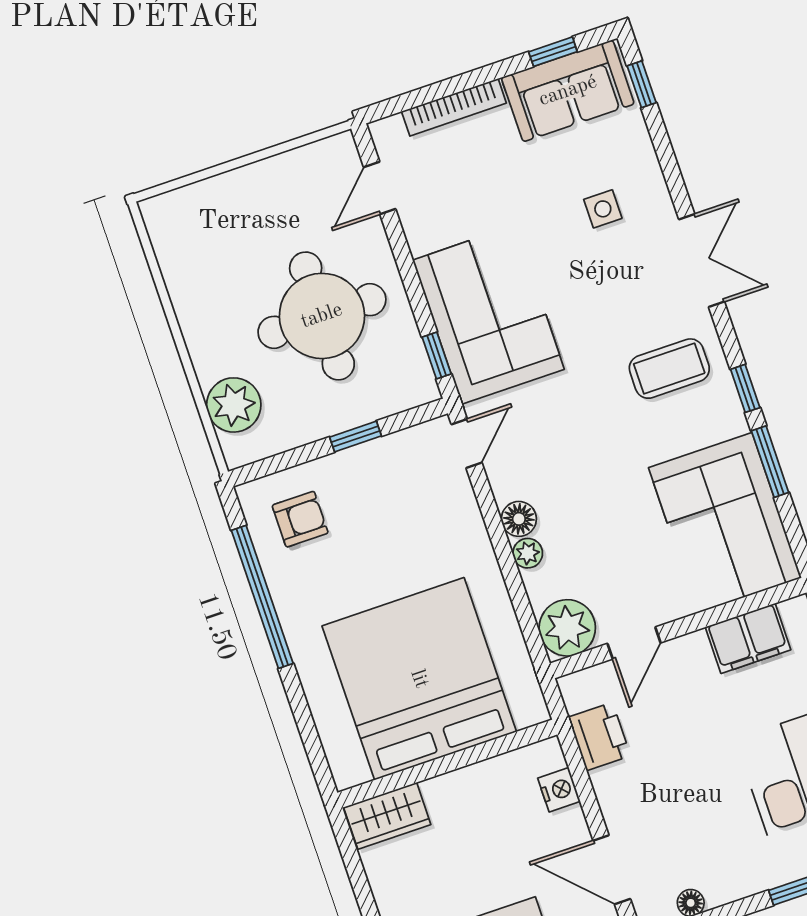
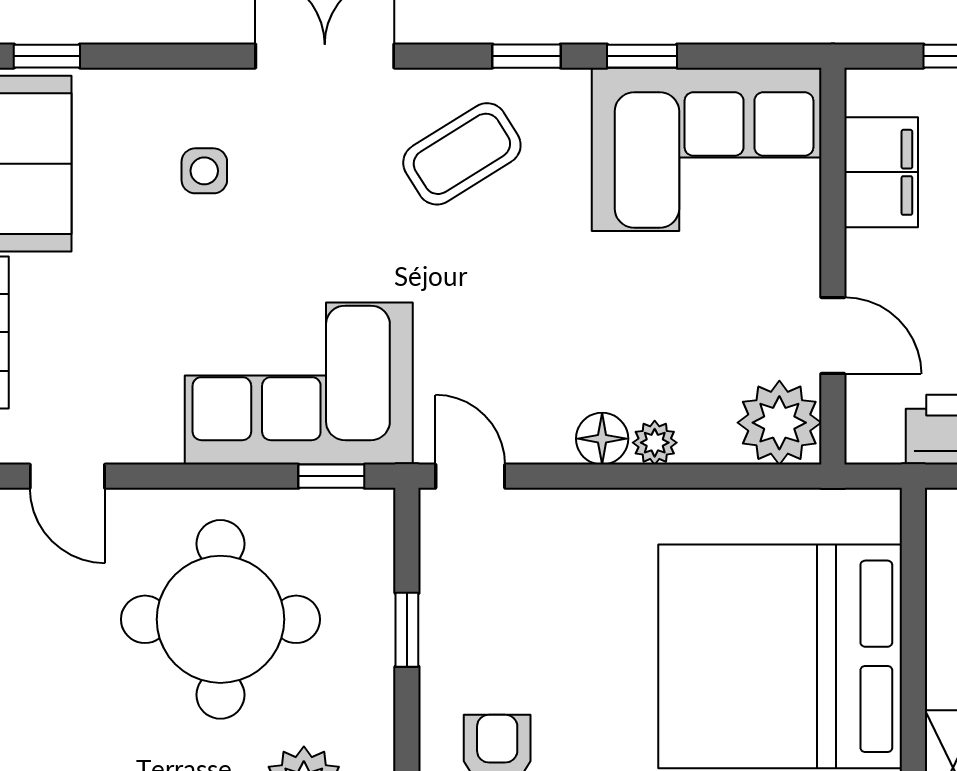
coffee table: (669, 369) -> (462, 154), turned 58
window: (770, 462) -> (642, 56), width x0.67

